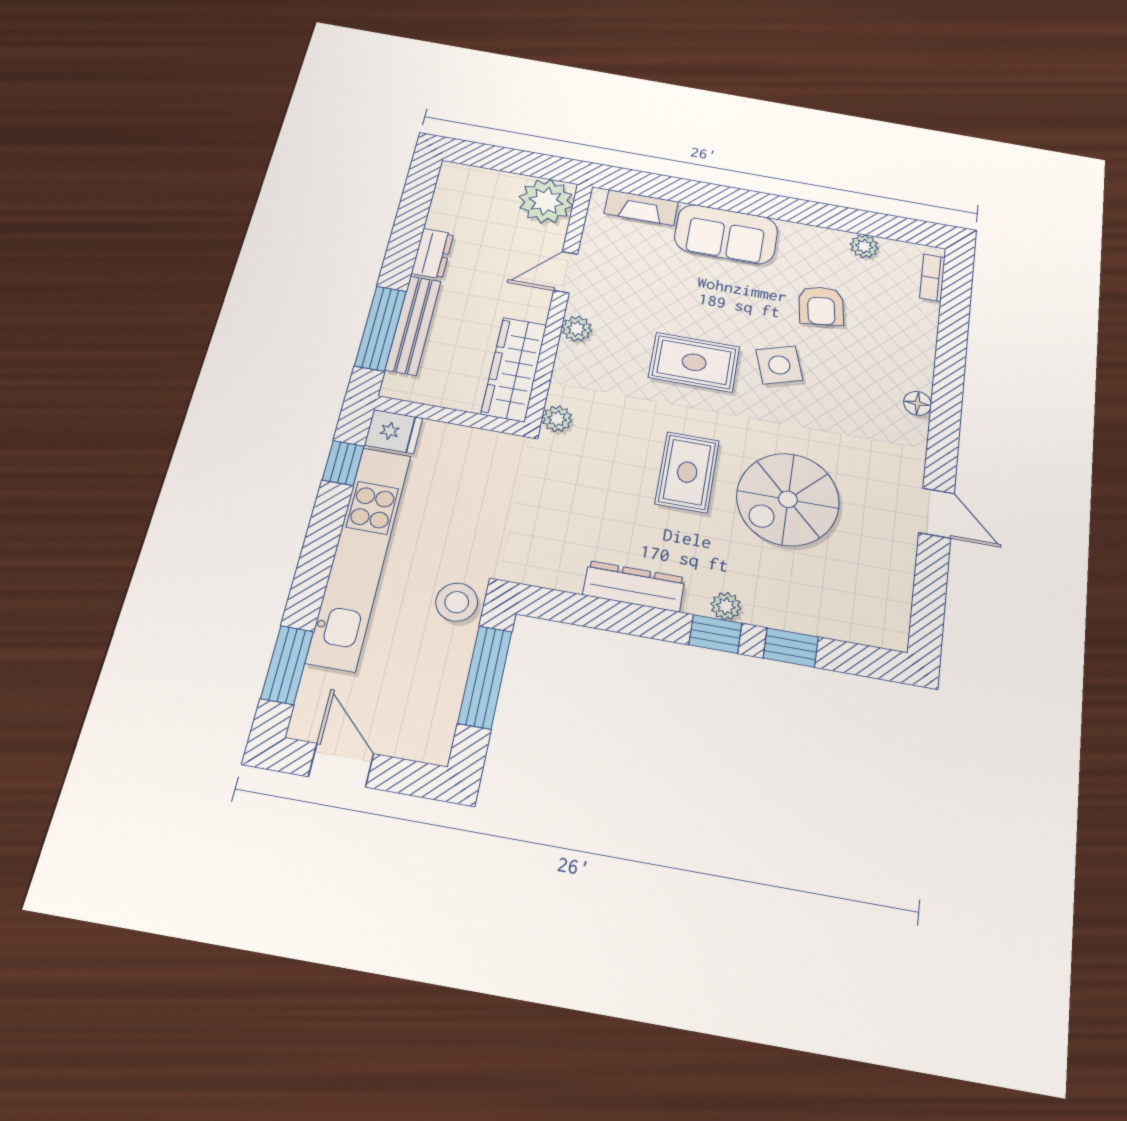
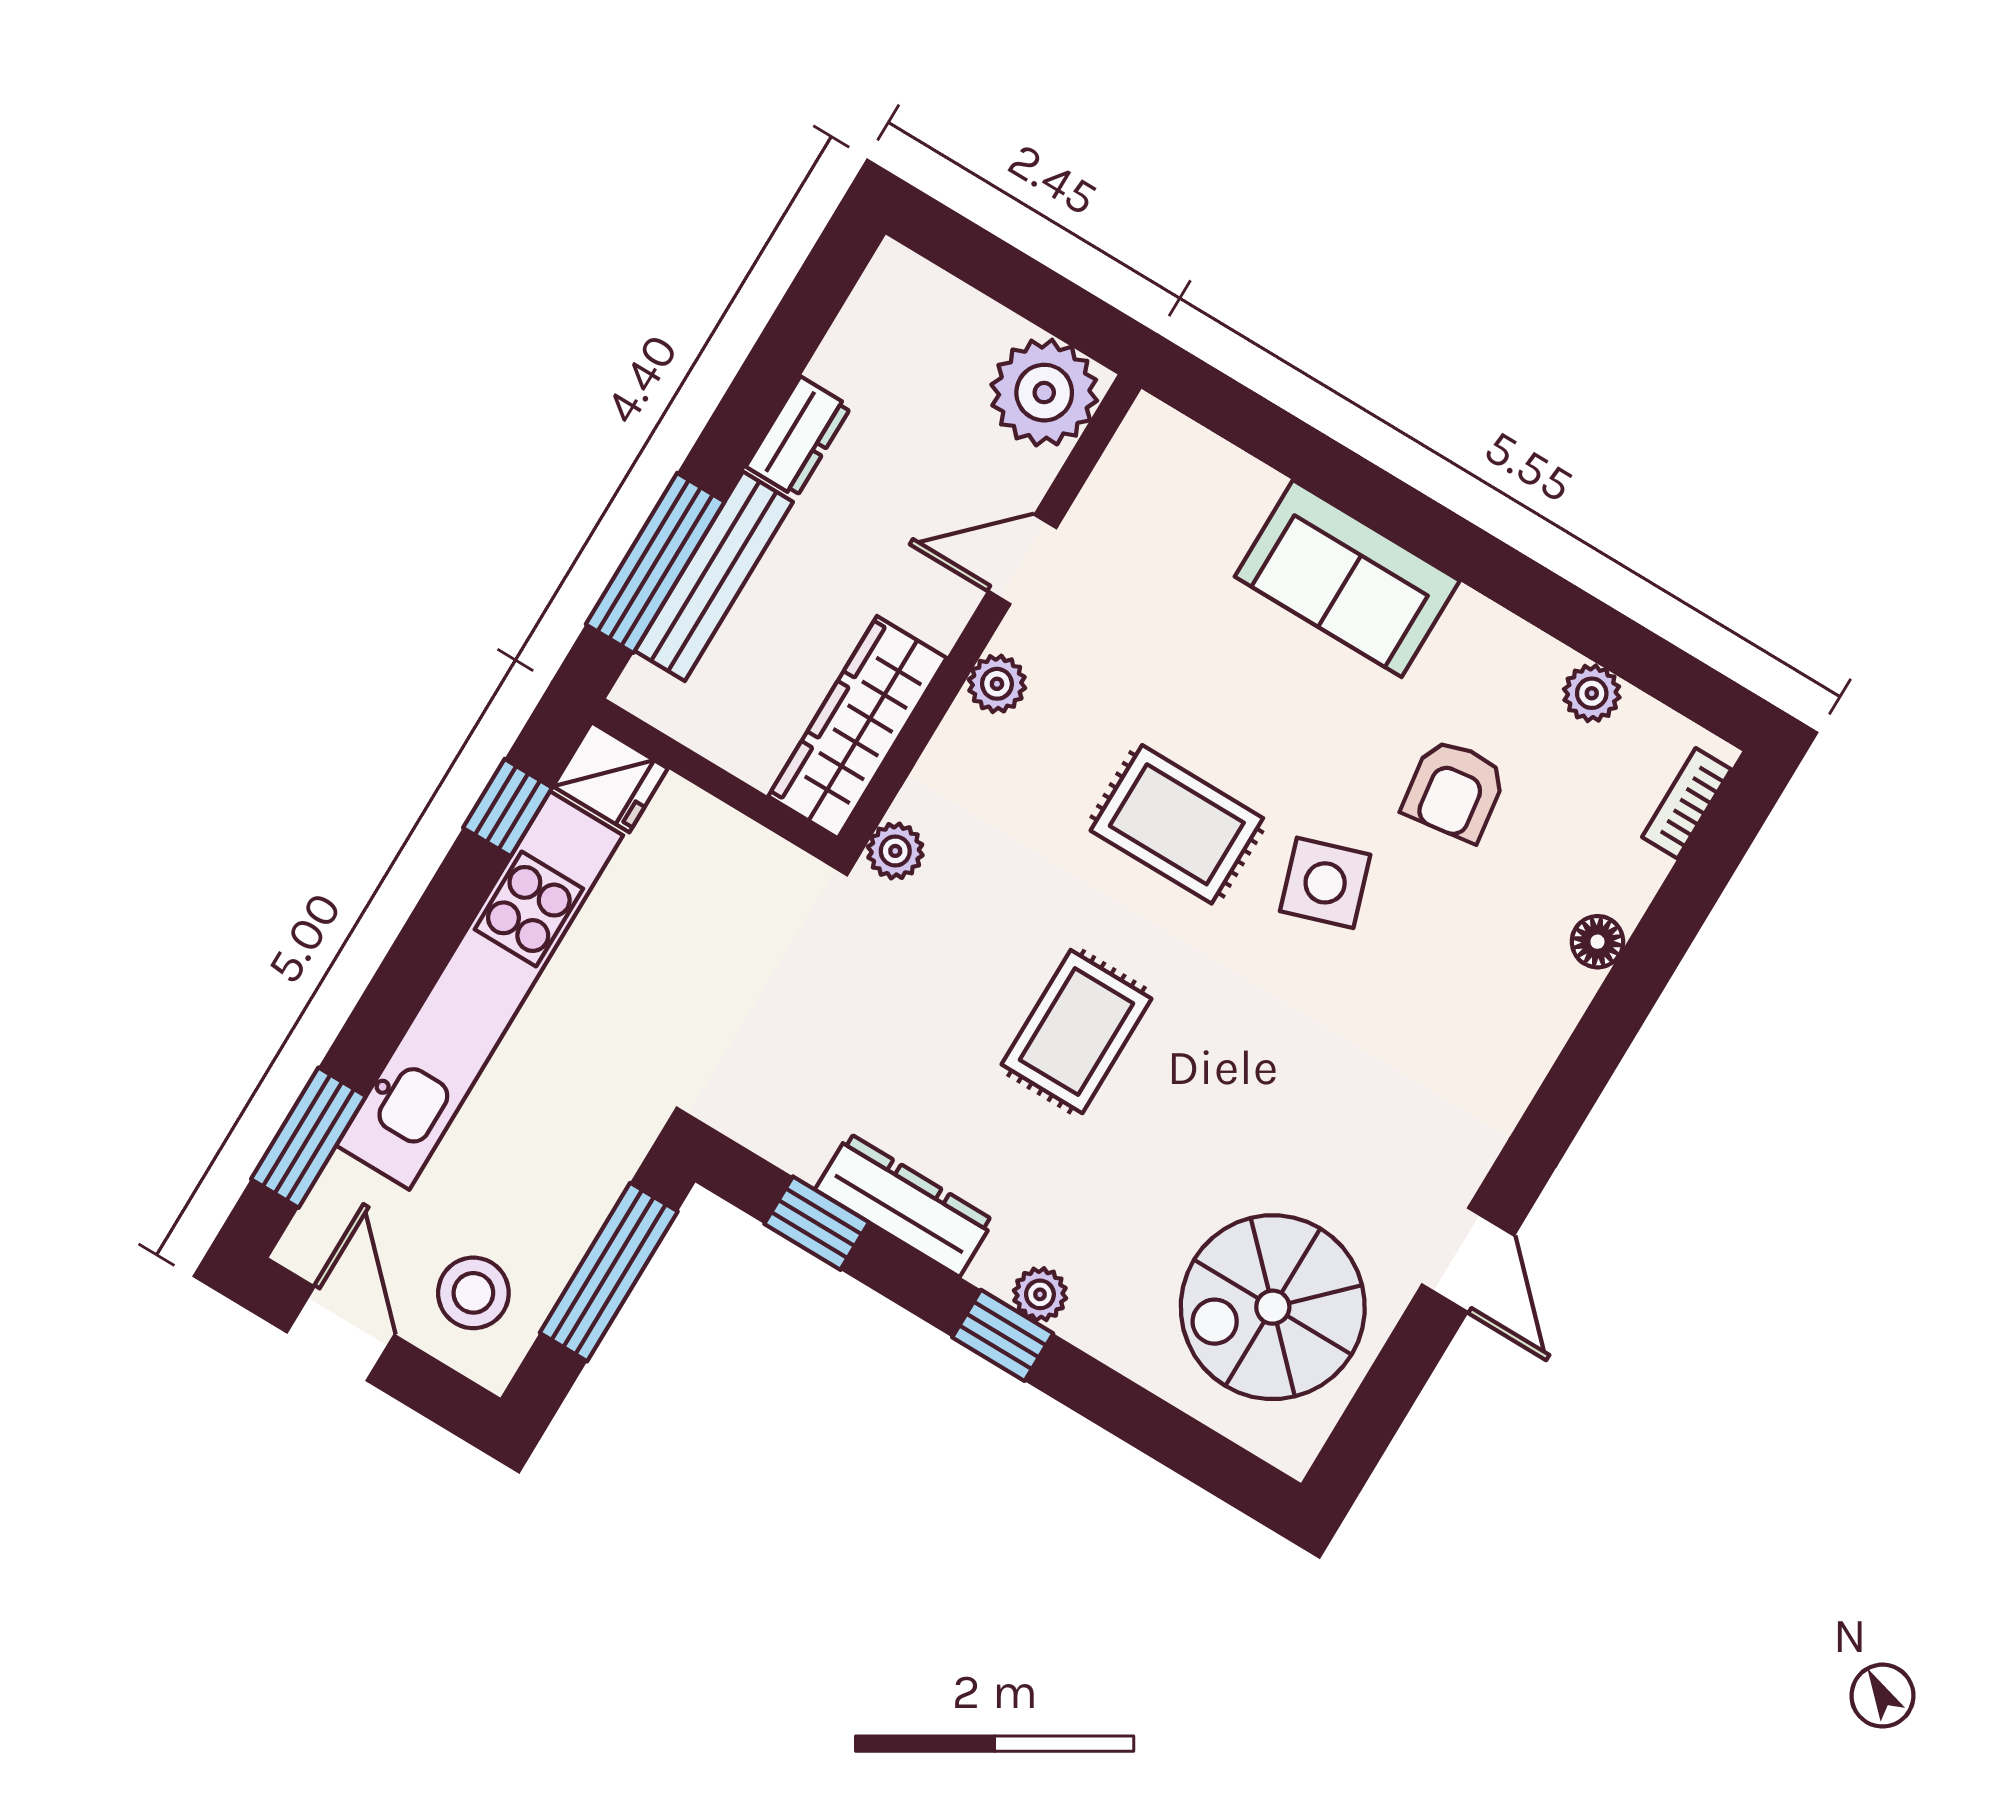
fireplace: (641, 208) -> (1214, 467), removed
floor lamp: (918, 403) -> (1597, 942), moved
spiral stairs: (788, 499) -> (1273, 1307), moved
stool: (457, 602) -> (473, 1293), moved
window: (791, 647) -> (817, 1223), moved

